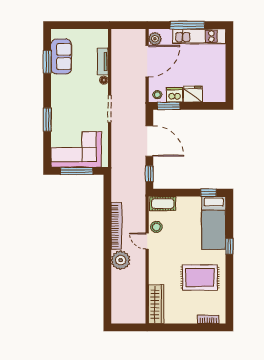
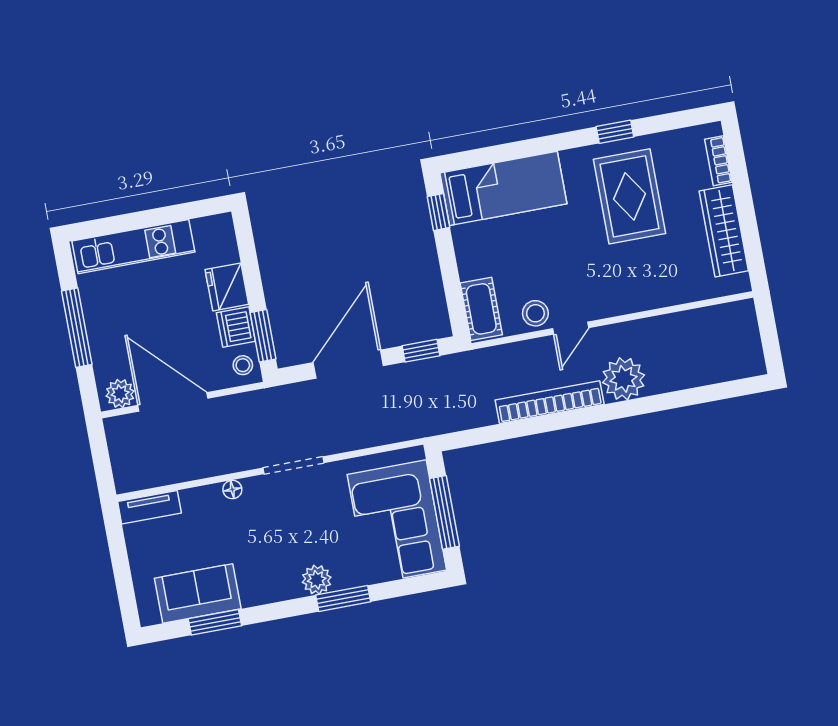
kitchen unit: (199, 36) -> (133, 247), moved, turned 90
tv unit: (103, 61) -> (149, 507), moved
plant: (58, 110) -> (317, 580), added
window: (229, 246) -> (615, 132), moved
wardrobe: (156, 304) -> (724, 231), moved, turned -90

